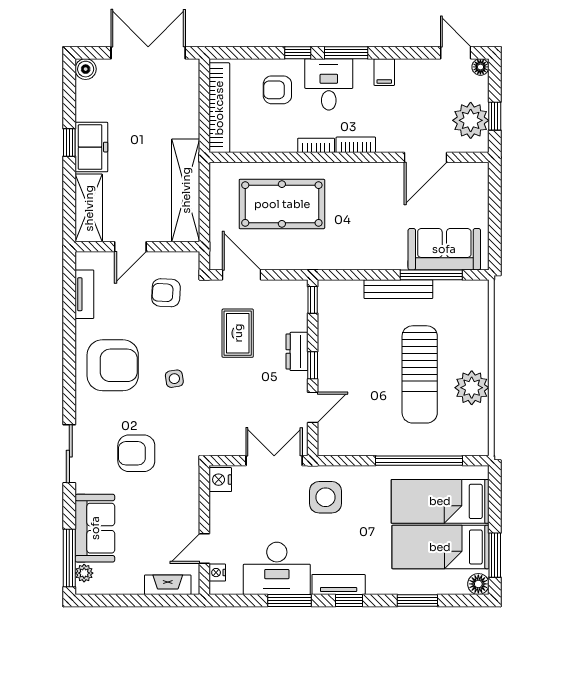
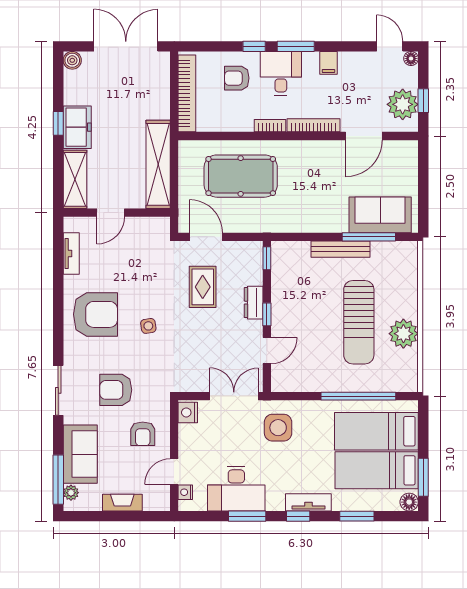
bookcase: (356, 145) -> (314, 125), width x1.56
armchair: (166, 293) -> (143, 434), moved, turned -93
tv unit: (339, 584) -> (308, 502), moved
fireplace: (168, 585) -> (122, 503), moved

